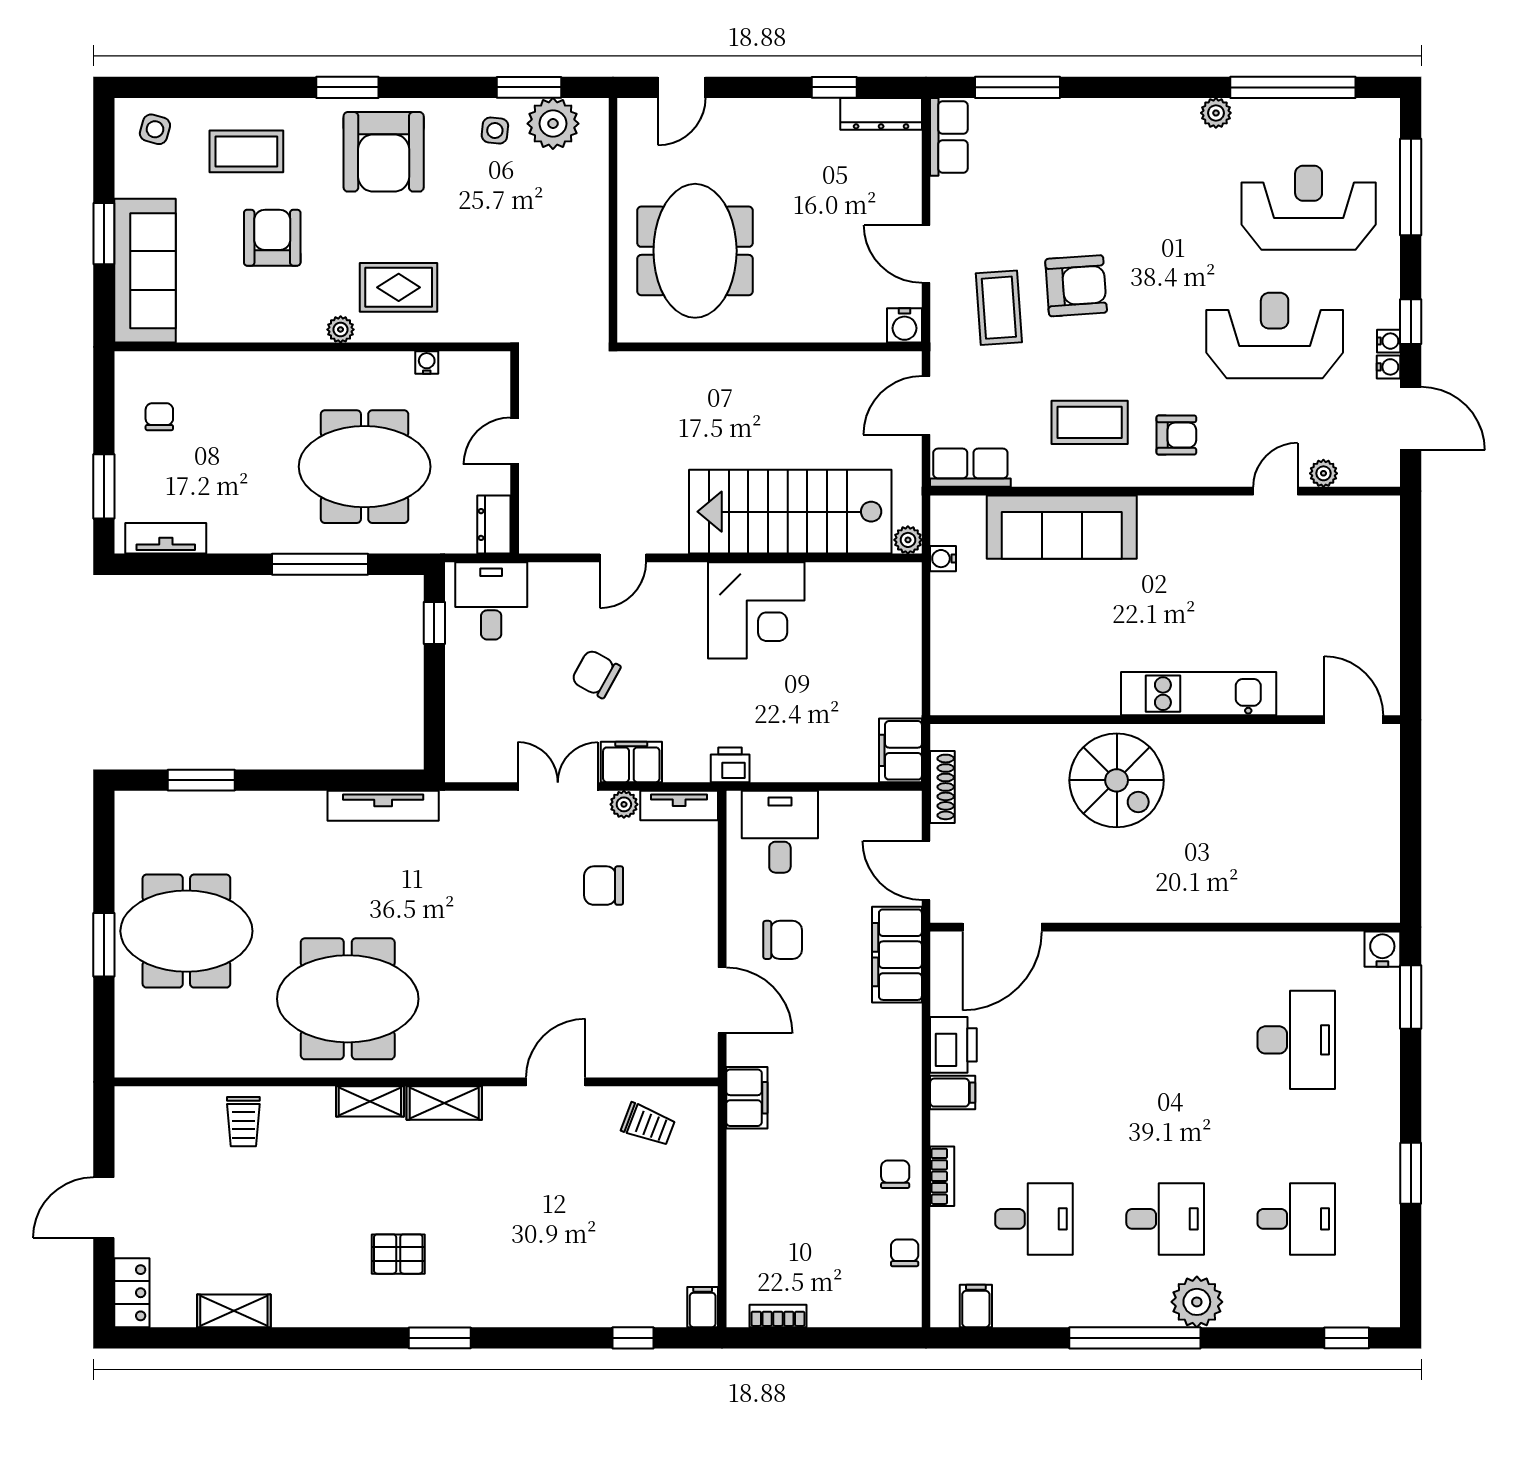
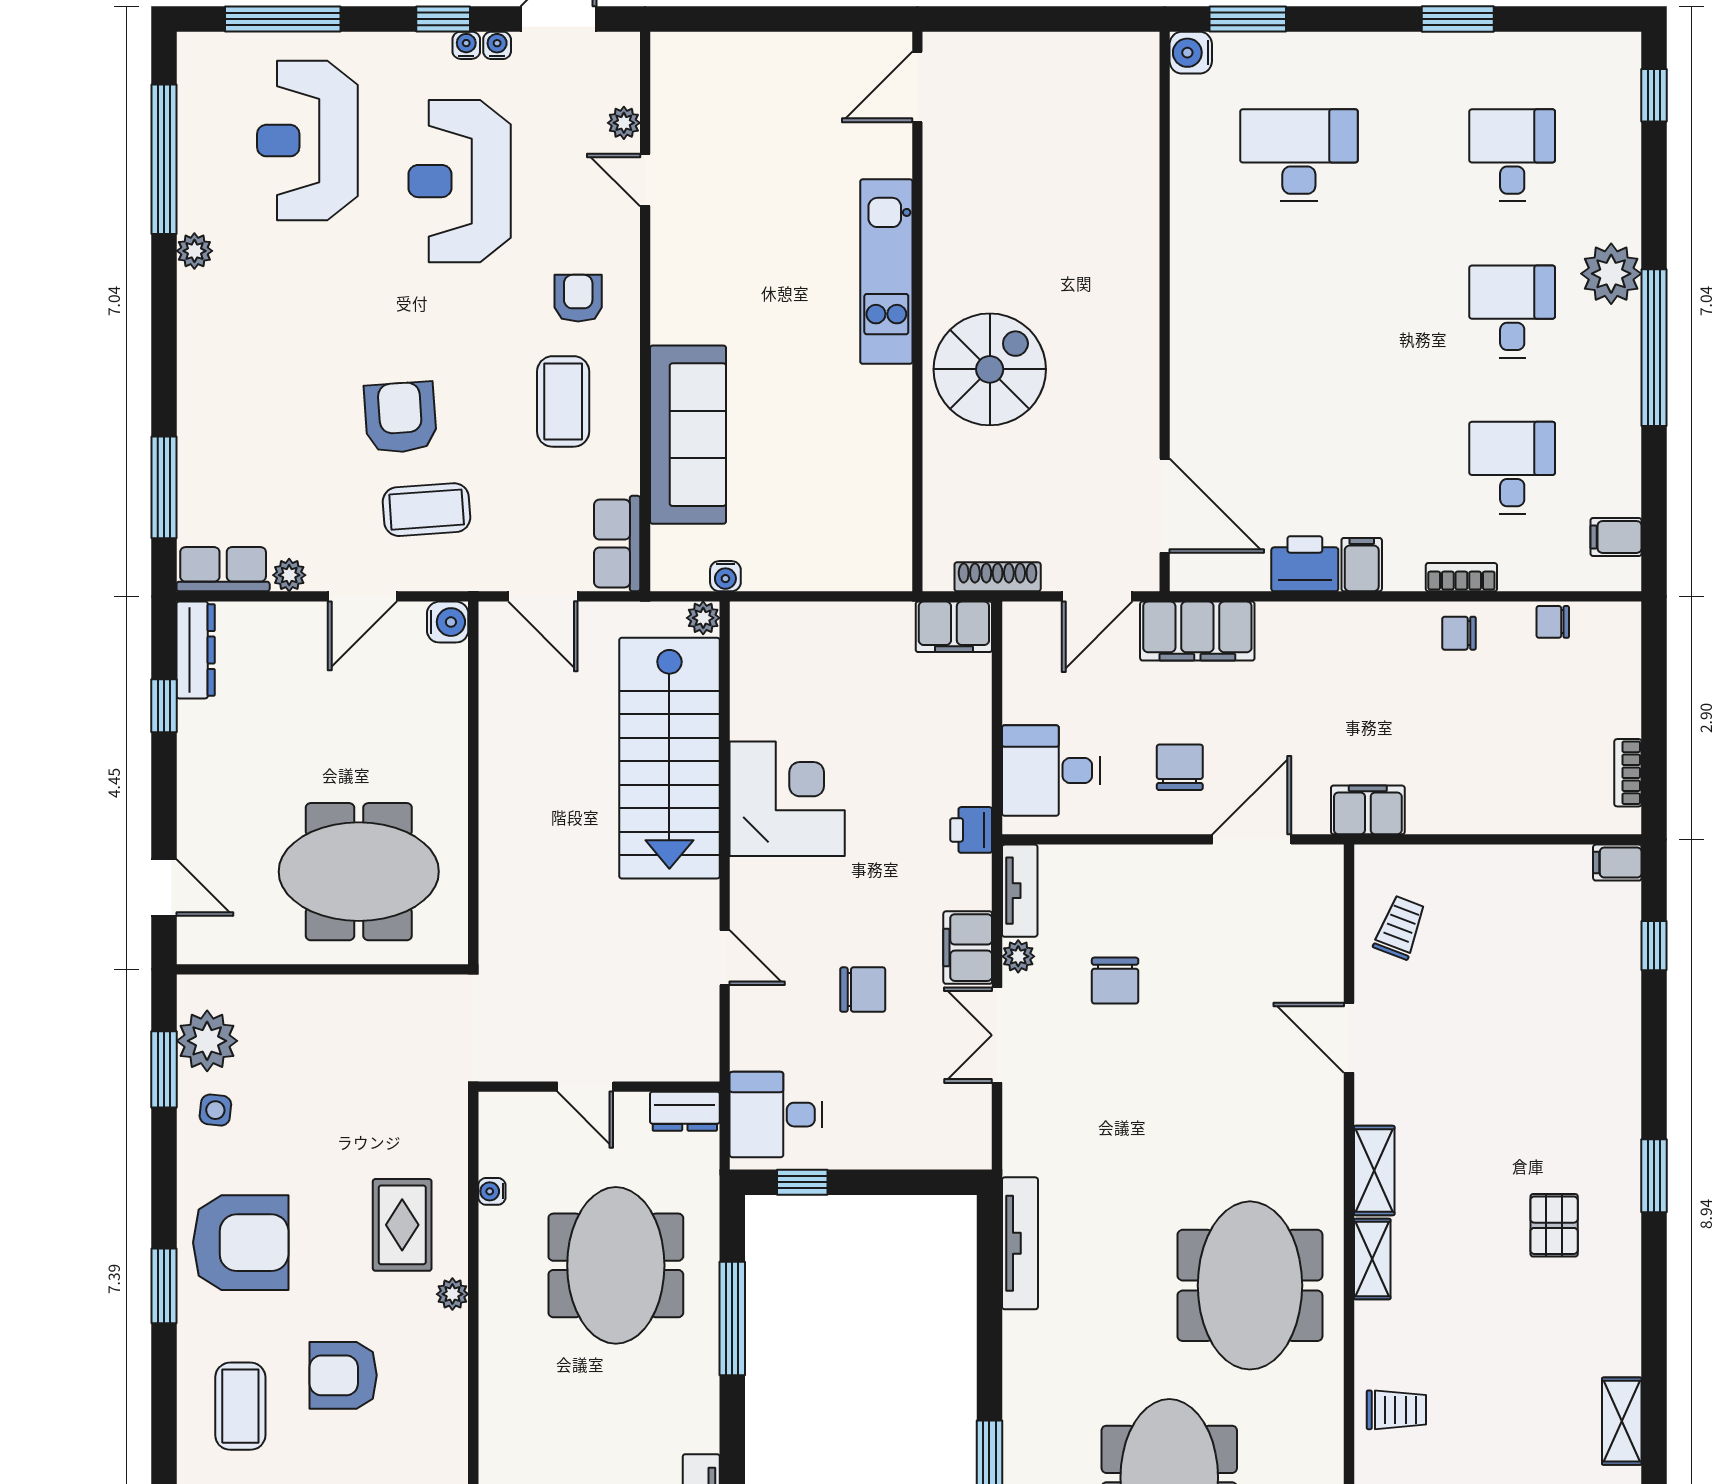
plant: (944, 192) -> (289, 575), added
chair: (596, 674) -> (863, 990), turned -119

